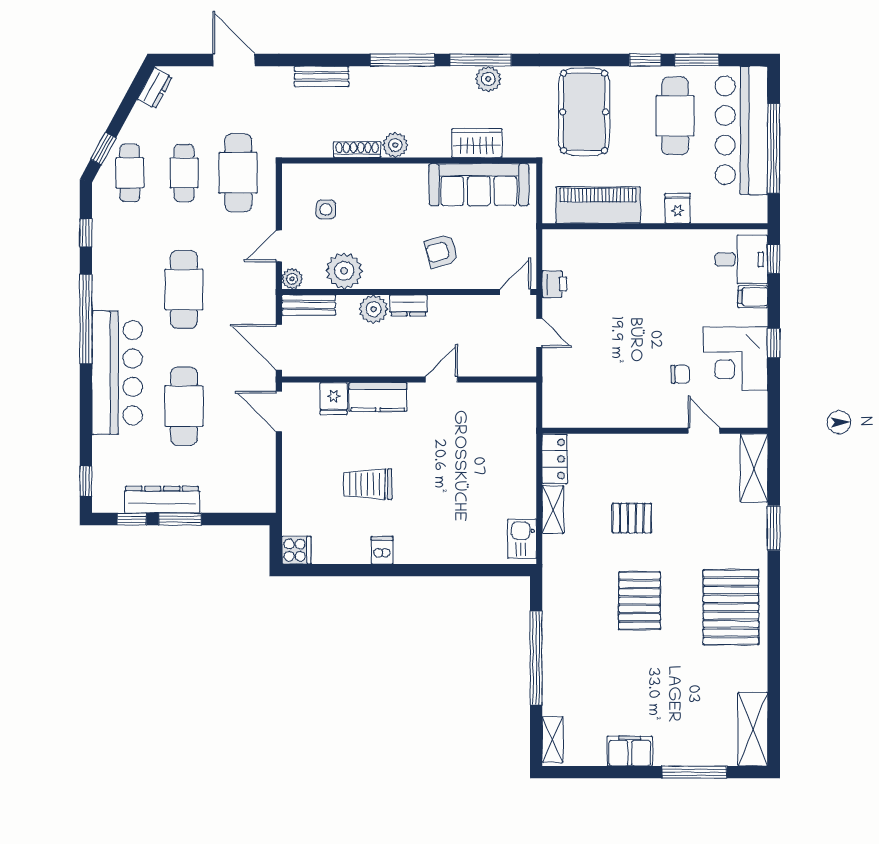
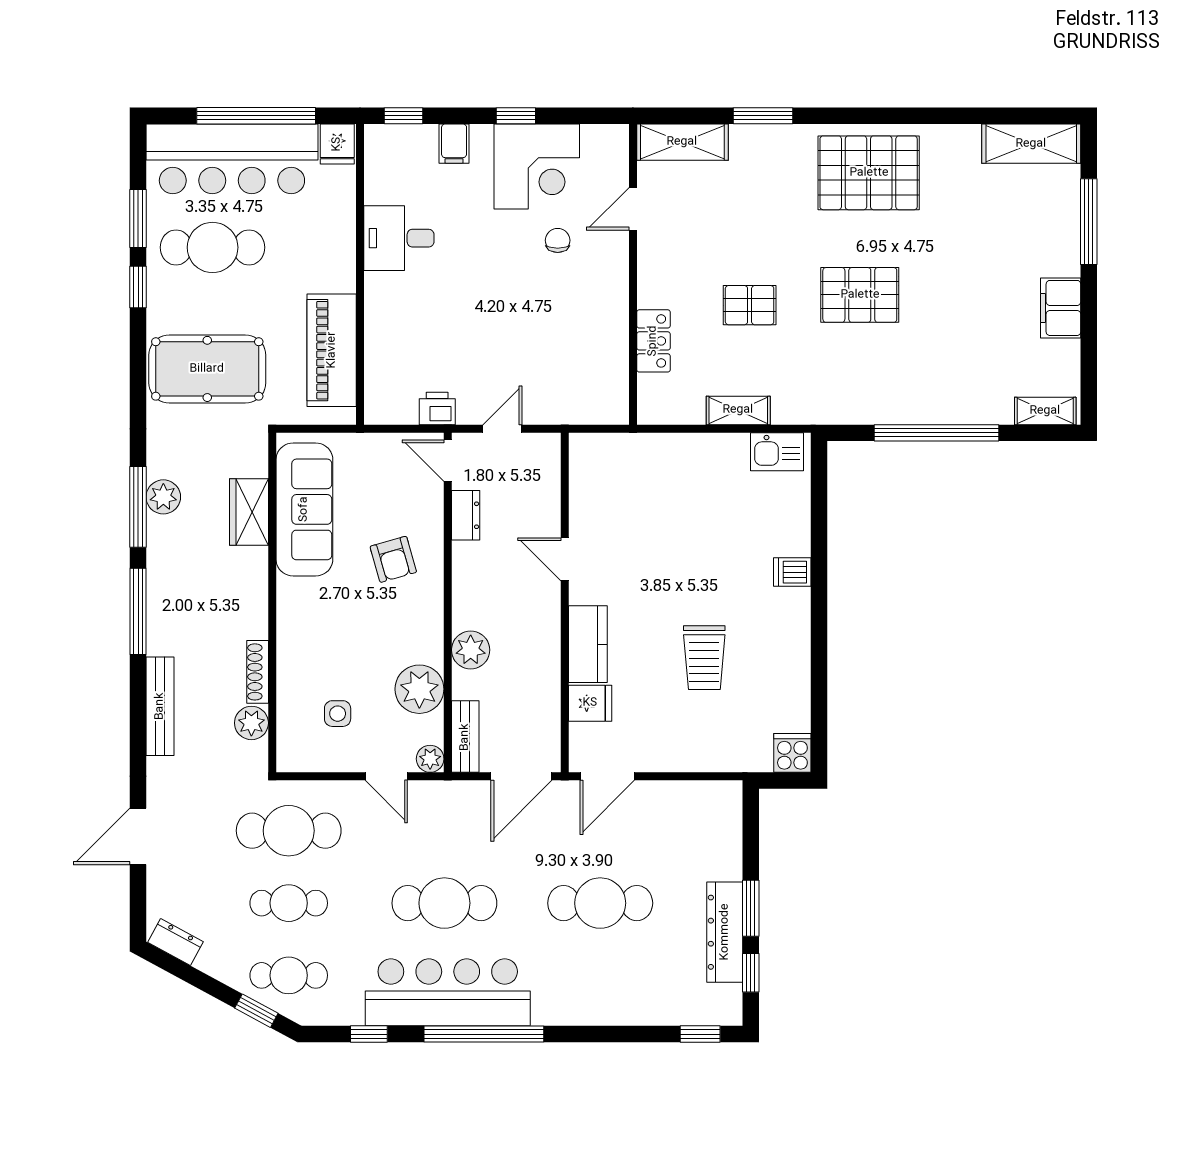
bench: (322, 76) -> (160, 706), width x1.36
plant: (395, 145) -> (251, 723), moved
fridge: (678, 208) -> (337, 144), moved, turned -90
desk: (741, 259) -> (399, 238), moved, turned -90
dresser: (408, 305) -> (466, 515), moved
bar counter: (117, 373) -> (448, 992), moved
locker: (555, 459) -> (653, 341), moved, turned 90
pallet: (632, 518) -> (750, 305), turned 90
dishwasher: (382, 550) -> (792, 572), moved

